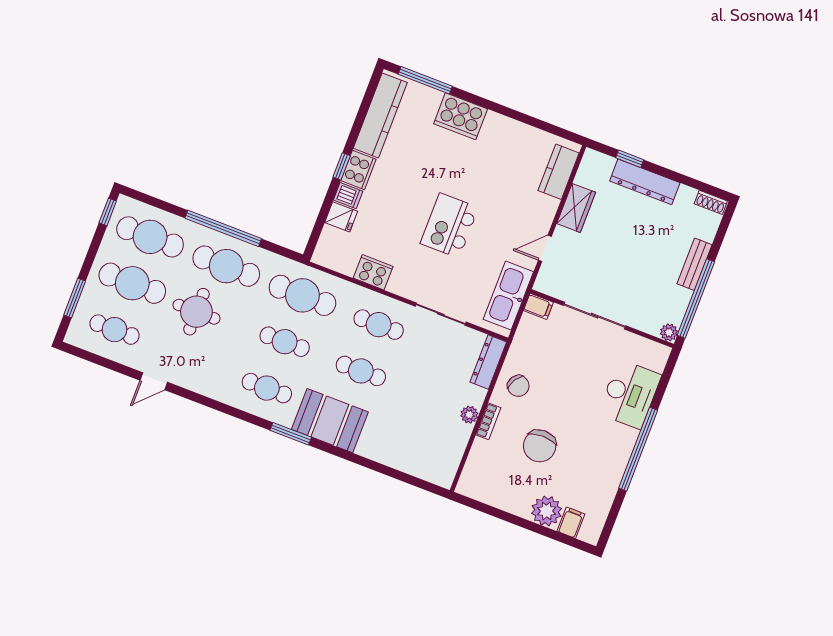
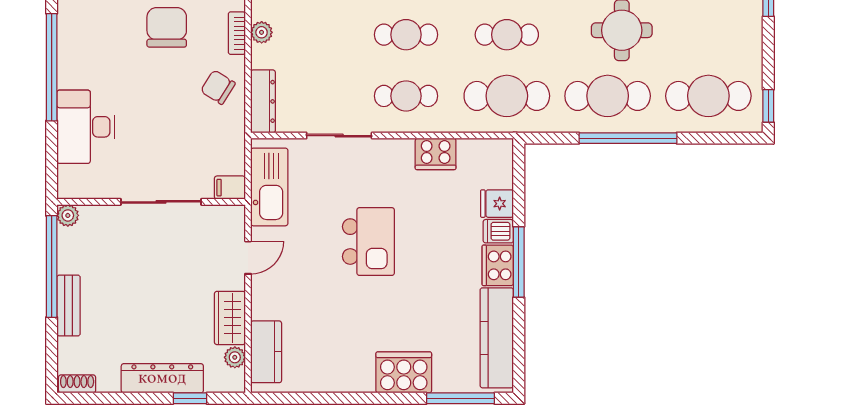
window: (342, 166) -> (519, 262), width x2.17
plant: (584, 177) -> (235, 357), added
cafe table: (132, 283) -> (708, 35), removed

